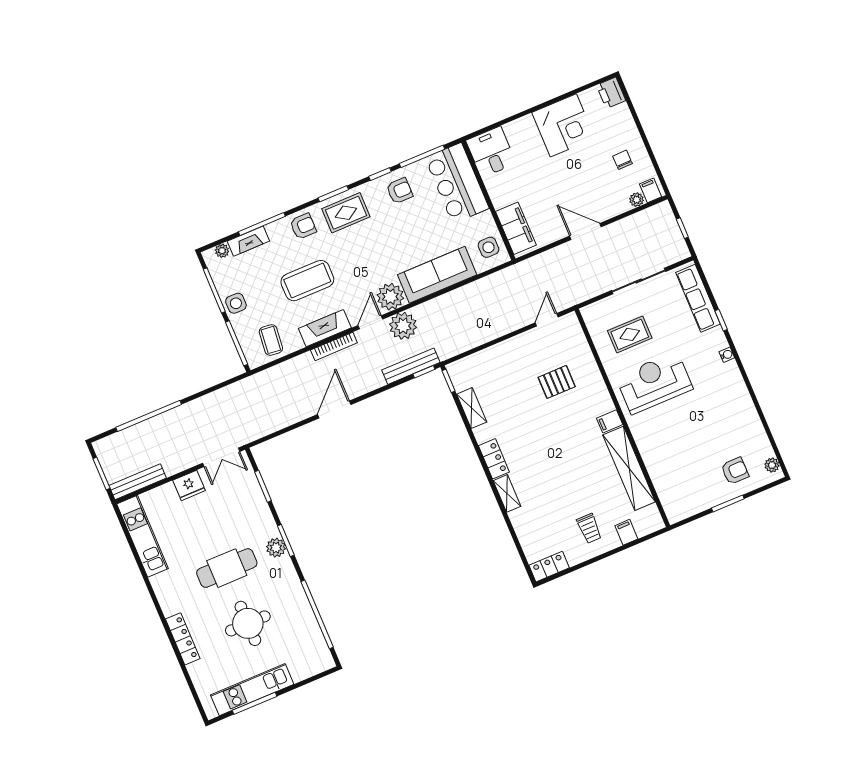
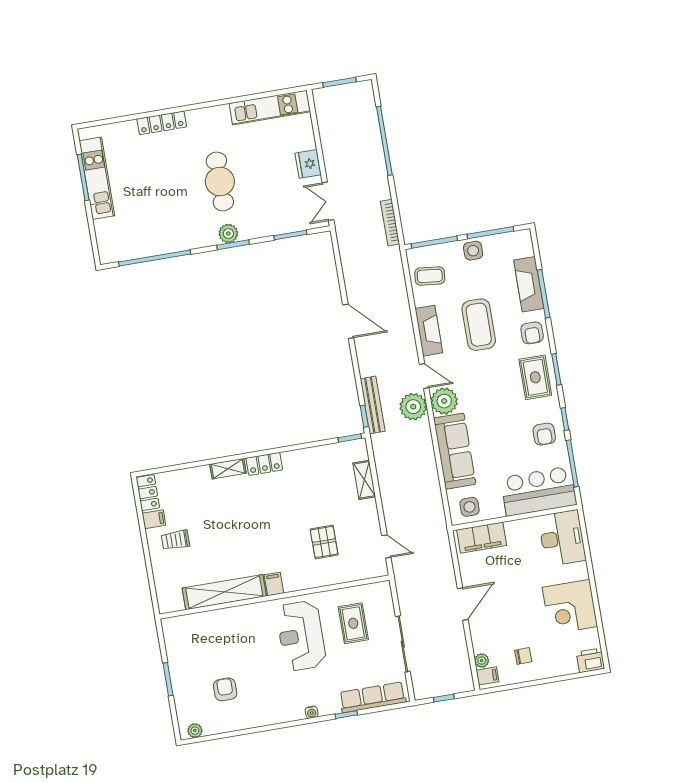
desk: (491, 152) -> (562, 538), width x1.37
fireplace: (248, 241) -> (529, 284), width x1.37, depth x1.32
plant: (222, 251) -> (527, 249), removed
bookcase: (334, 346) -> (390, 223), moved
reception desk: (654, 383) -> (301, 636), turned 180
shelving: (472, 408) -> (364, 480), moved, turned 90
armchair: (735, 471) -> (225, 689), moved, turned 180
bench: (138, 482) -> (323, 115), removed
filing cabinet: (626, 532) -> (154, 519), moved
round table: (248, 623) -> (162, 189), removed

